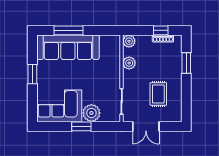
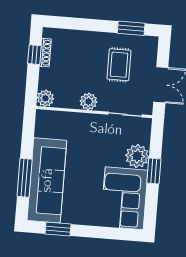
plant: (129, 63) -> (89, 101), moved
window: (186, 63) -> (131, 28), moved
window: (32, 74) -> (58, 229), moved
rug: (158, 94) -> (119, 65), turned 90

